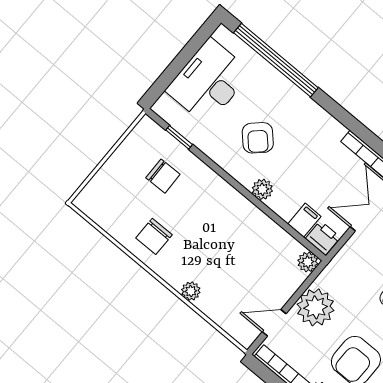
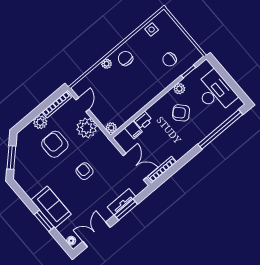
plant: (262, 189) -> (179, 89), moved
side table: (113, 219) -> (152, 30), added
chair: (154, 236) -> (125, 58), moved
printer: (323, 238) -> (143, 120), moved

